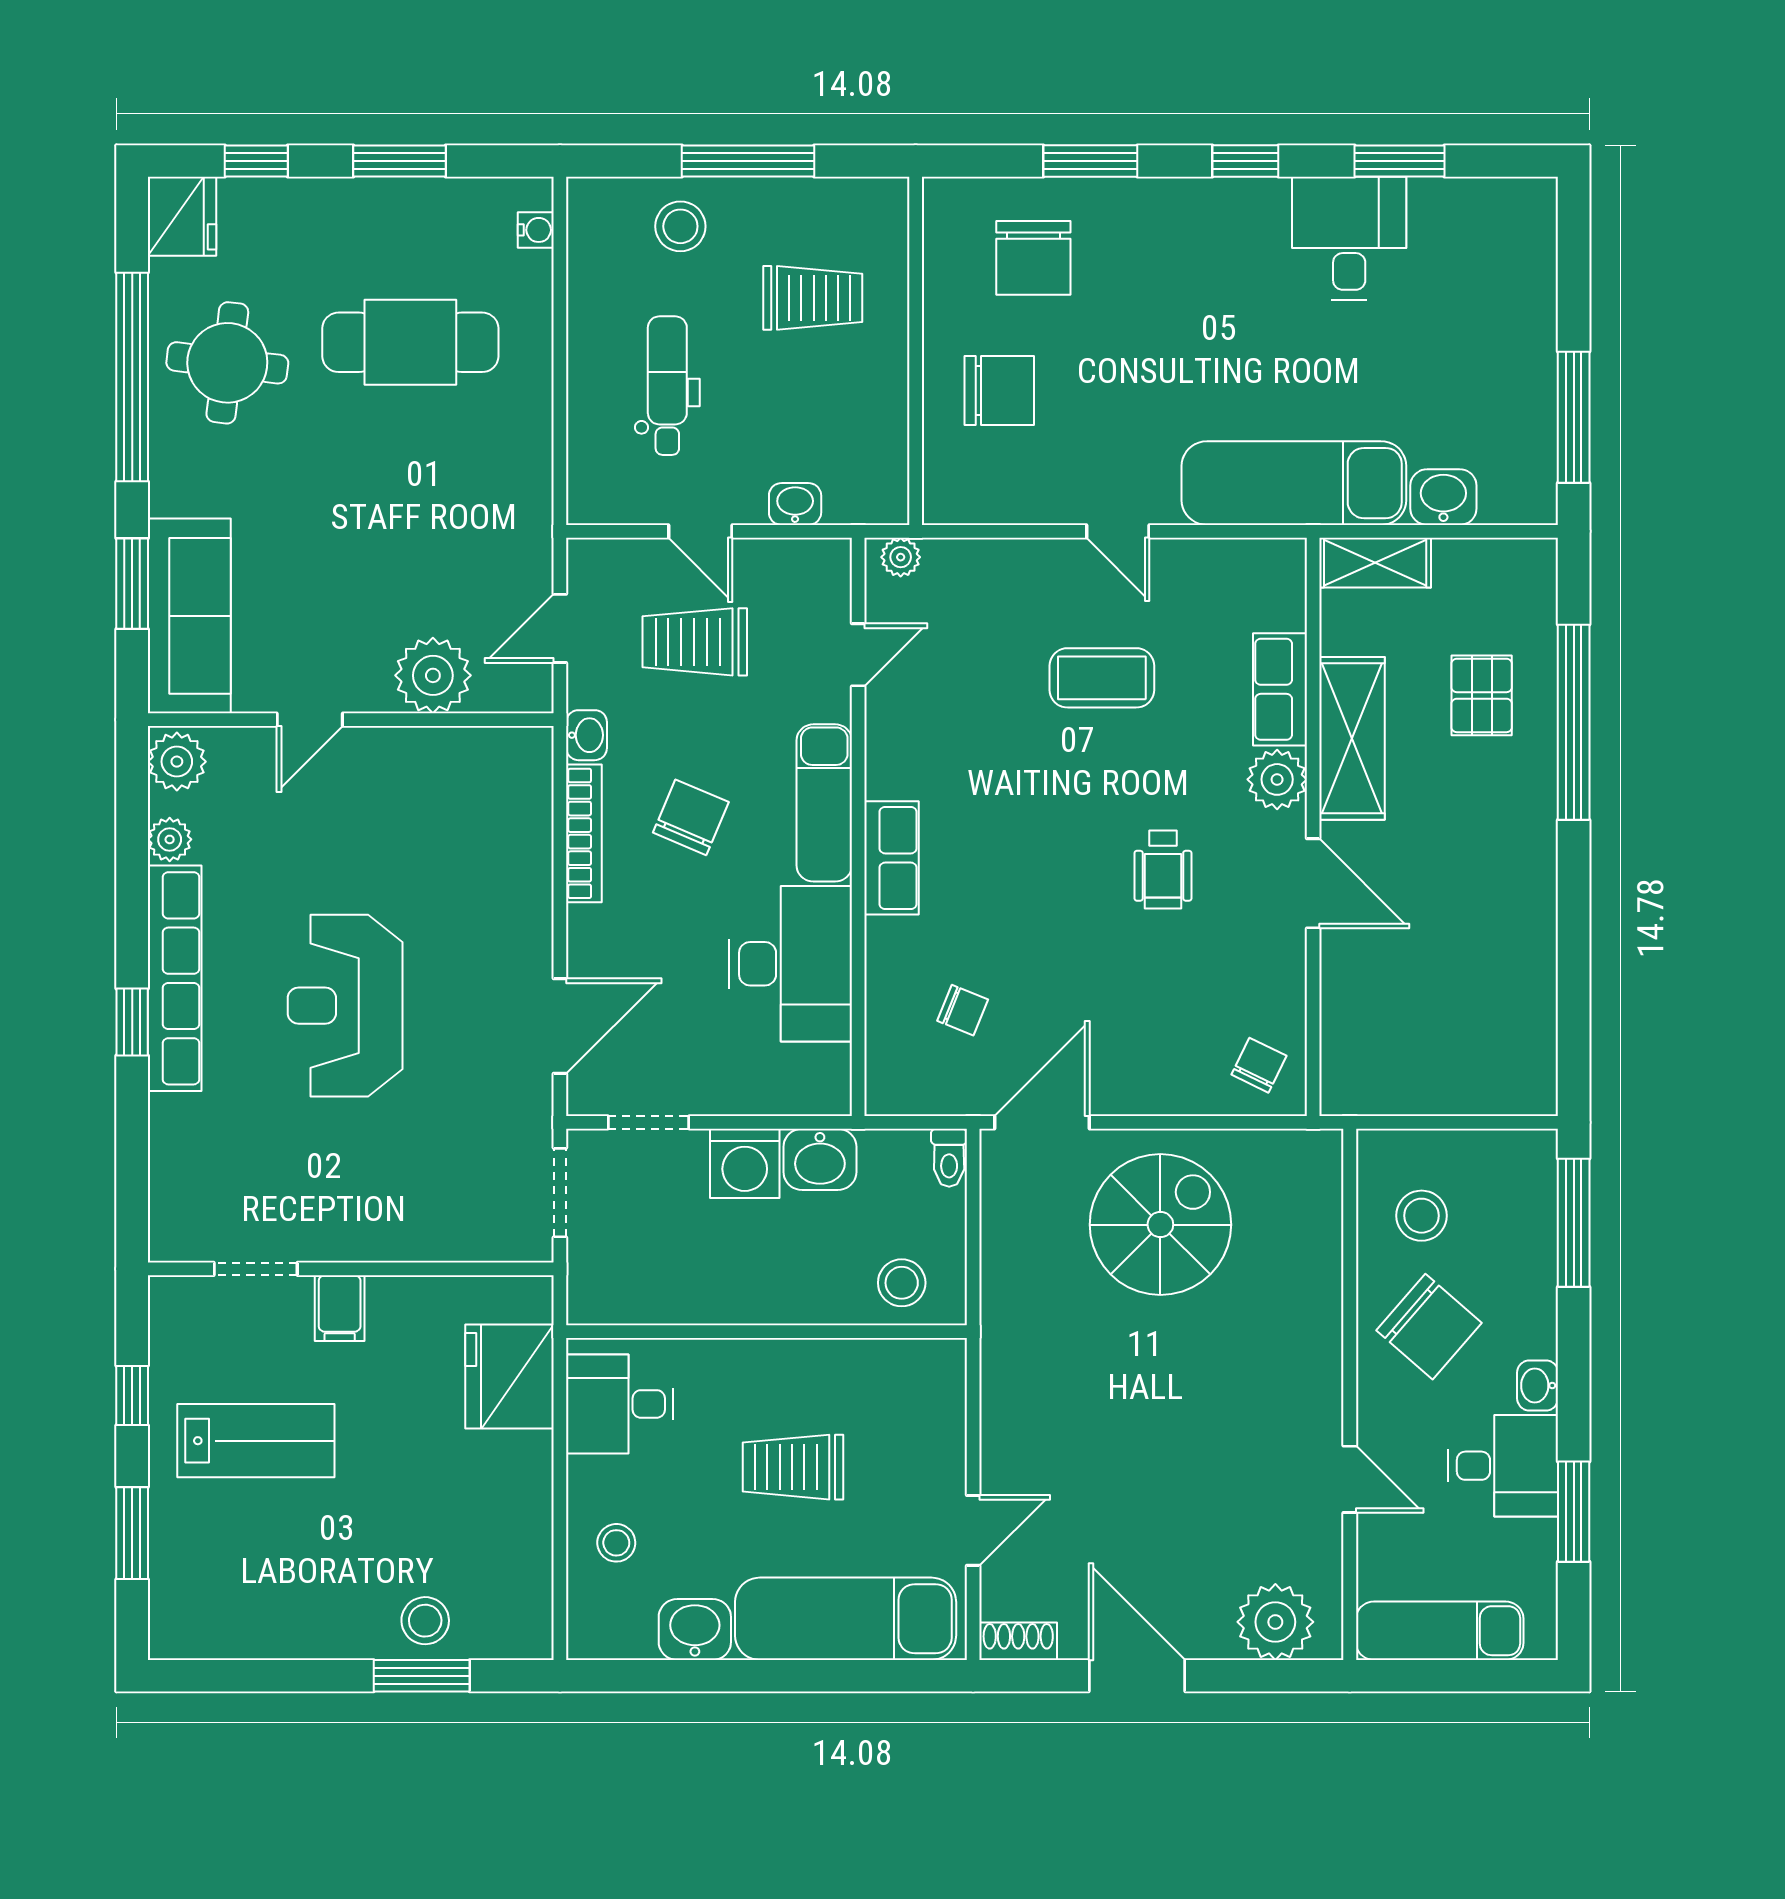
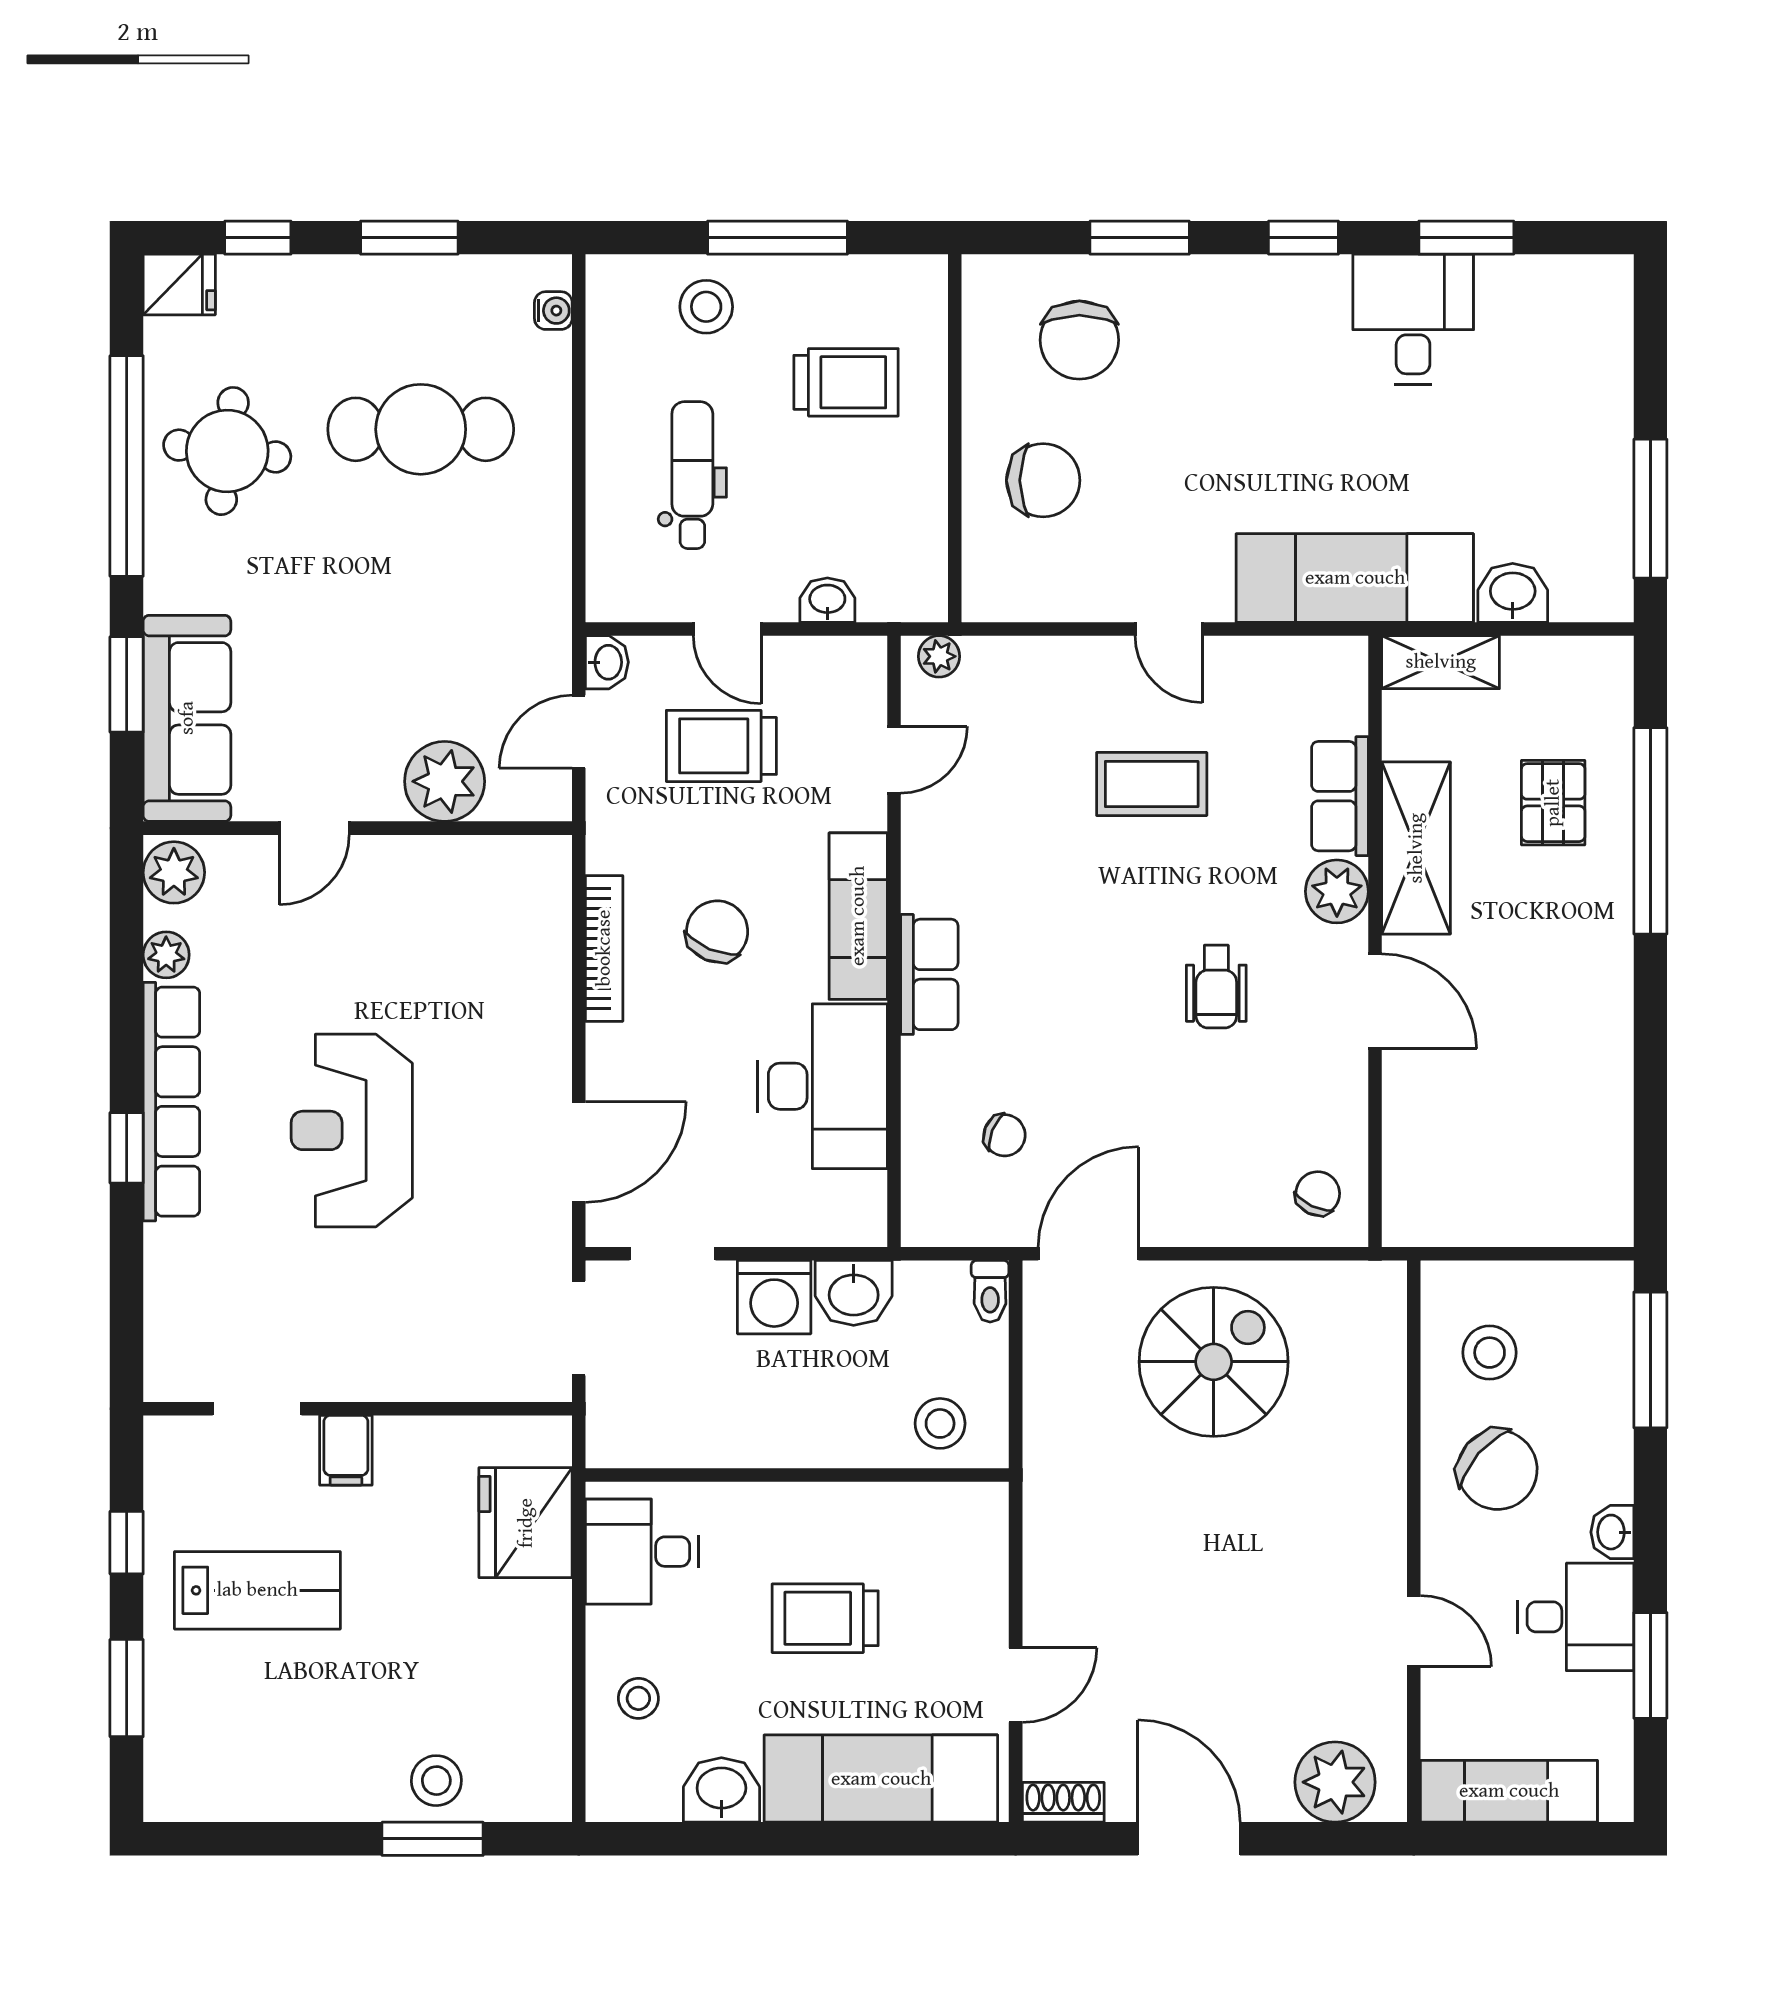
fridge: (182, 216) -> (179, 284), width x0.72
washbasin: (587, 735) -> (607, 662), moved

